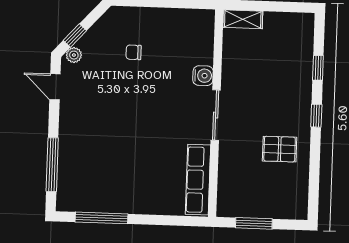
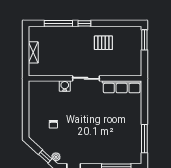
shelving: (243, 19) -> (33, 52), moved
window: (318, 68) -> (58, 23), width x2.17
pallet: (280, 149) -> (103, 43), turned 90
window: (254, 223) -> (144, 40), moved

